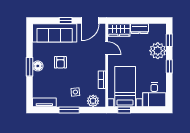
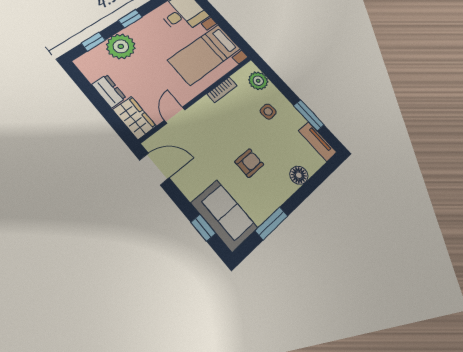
window: (66, 20) -> (203, 228), moved
sofa: (55, 33) -> (224, 215), width x0.73
floor lamp: (38, 66) -> (299, 175), moved
window: (30, 67) -> (271, 223), moved
window: (69, 110) -> (309, 115), moved
window: (124, 110) -> (234, 35), removed

